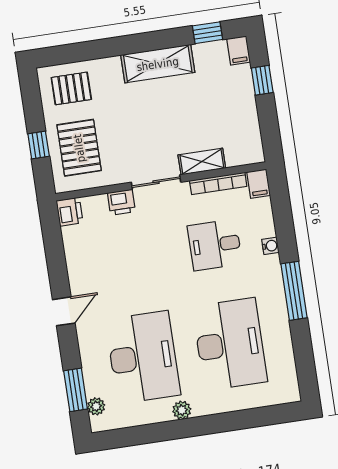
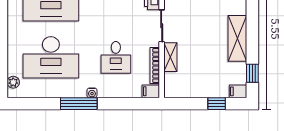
desk: (215, 245) -> (116, 57), turned 180
water cooler: (270, 246) -> (92, 93), moved
plant: (182, 410) -> (13, 82), moved

